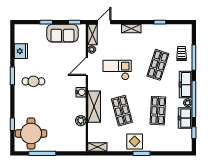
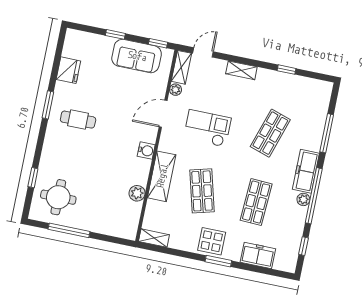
trolley: (182, 54) -> (309, 123), removed
freezer: (185, 118) -> (258, 255), moved, turned 90
round table: (31, 133) -> (58, 197), width x0.73, depth x0.73

